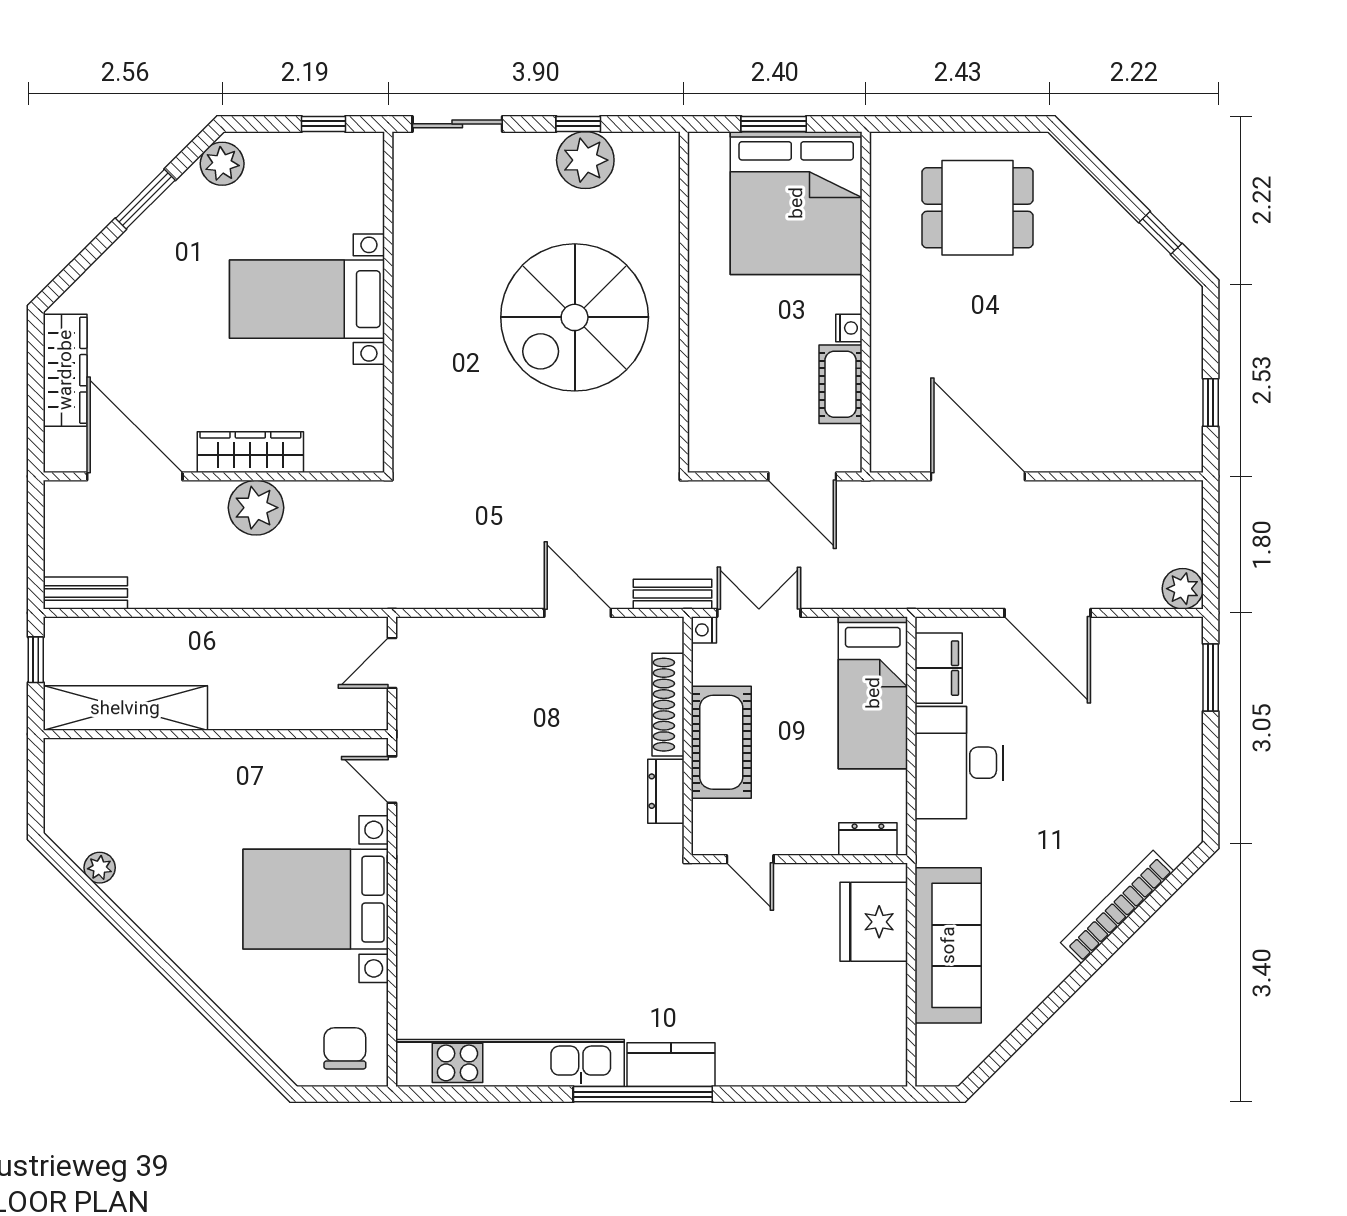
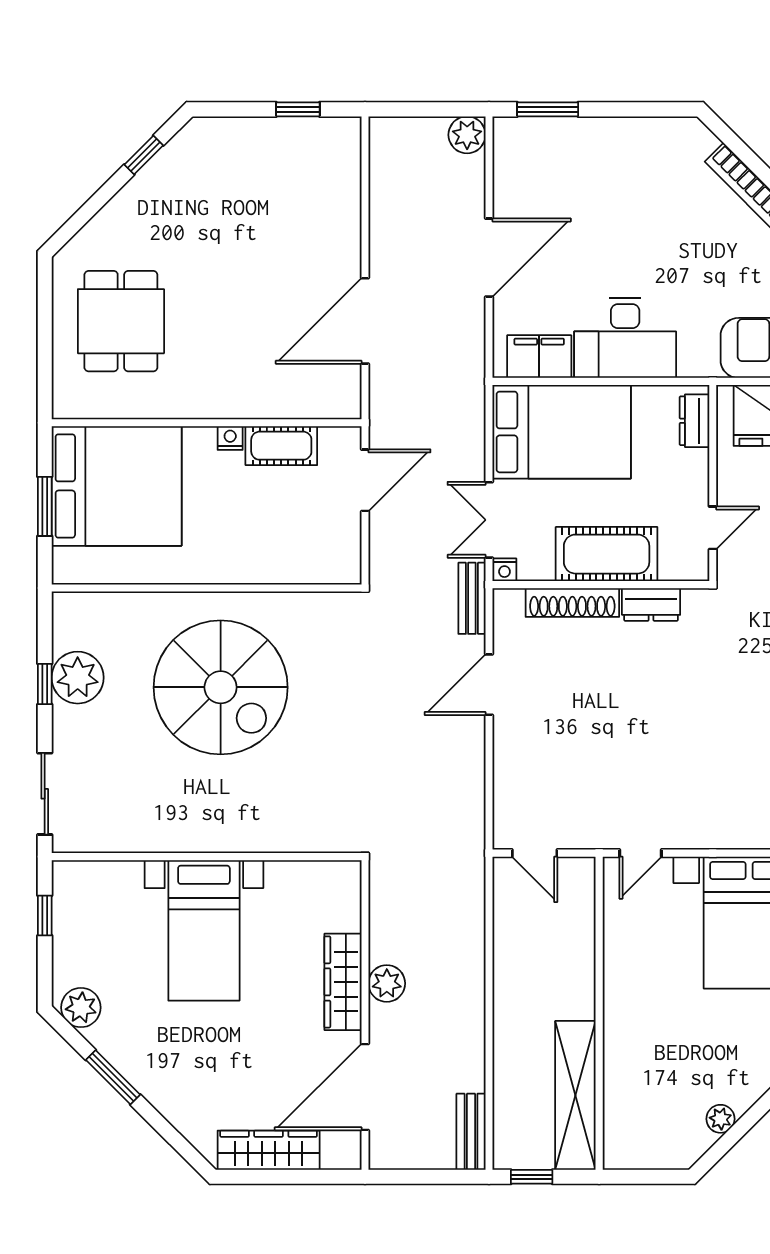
plant: (256, 508) -> (387, 983), width x0.73, depth x0.73
bed: (873, 693) -> (562, 432), width x1.50

